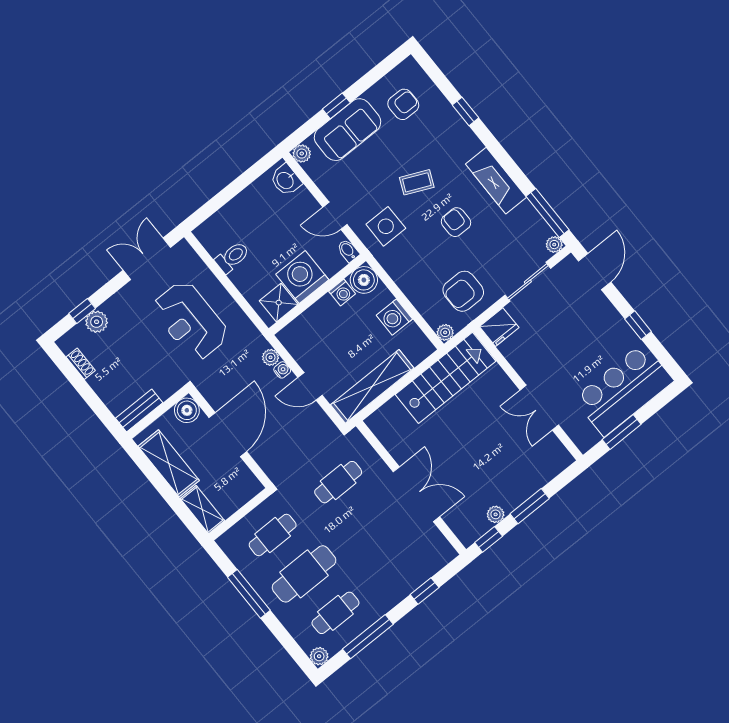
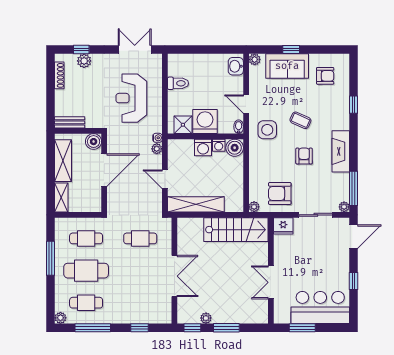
washing machine: (394, 317) -> (203, 147), moved, turned -90
shoe rack: (81, 364) -> (59, 75), width x1.43
water cooler: (282, 370) -> (157, 138), moved

